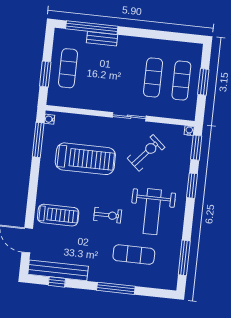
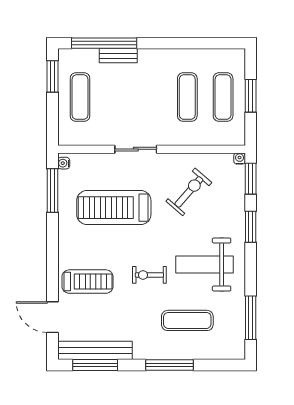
window: (45, 74) -> (52, 76), moved
sliding door: (129, 117) -> (136, 149), moved
treadmill: (85, 159) -> (114, 208), turned 180
weight bench: (152, 212) -> (204, 264), turned 90
exercise bike: (108, 215) -> (149, 275), turned 180
window: (57, 282) -> (95, 365), width x2.17

